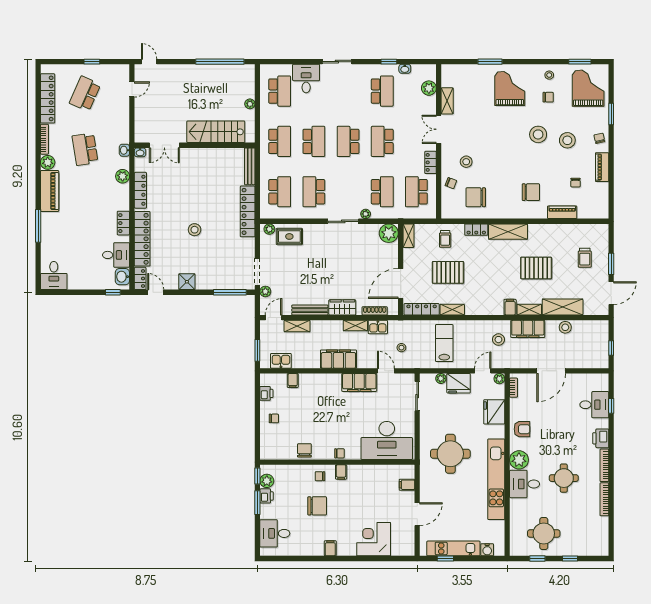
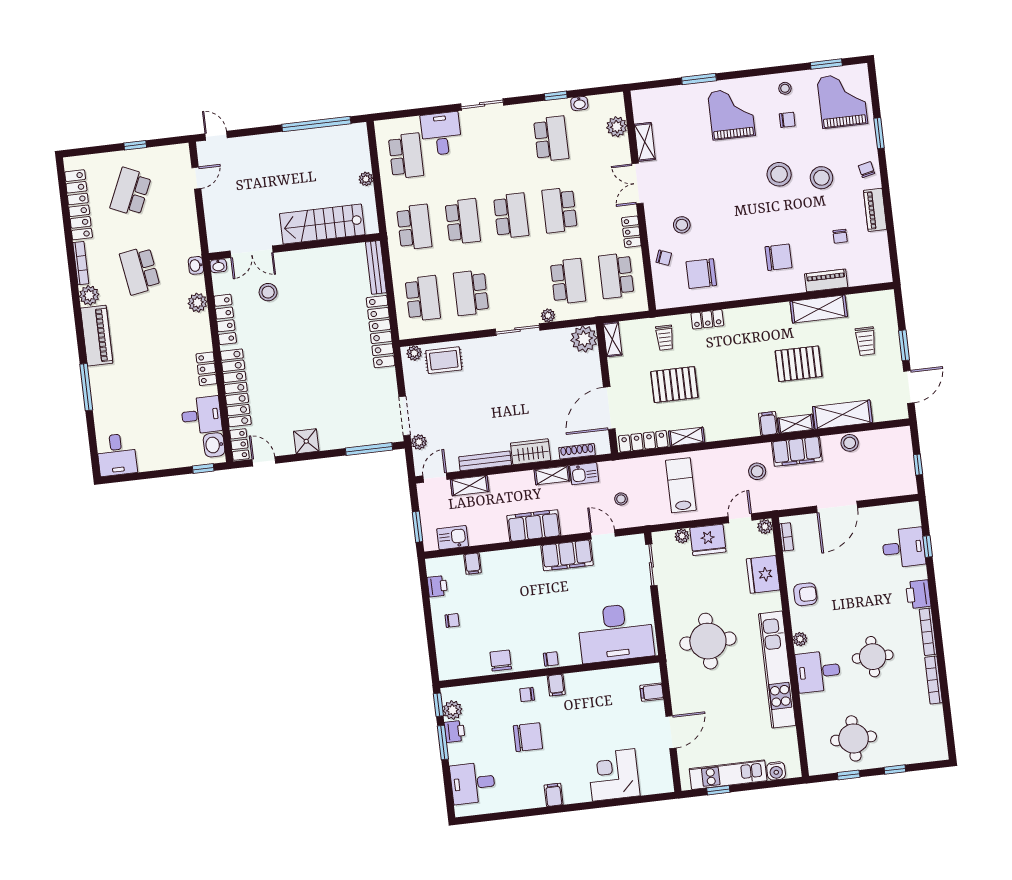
school desk: (348, 141) -> (511, 216), turned 180
stool: (195, 230) -> (268, 292), moved
shelving: (508, 232) -> (819, 309), moved
plant: (519, 460) -> (800, 639), width x0.53, depth x0.53

